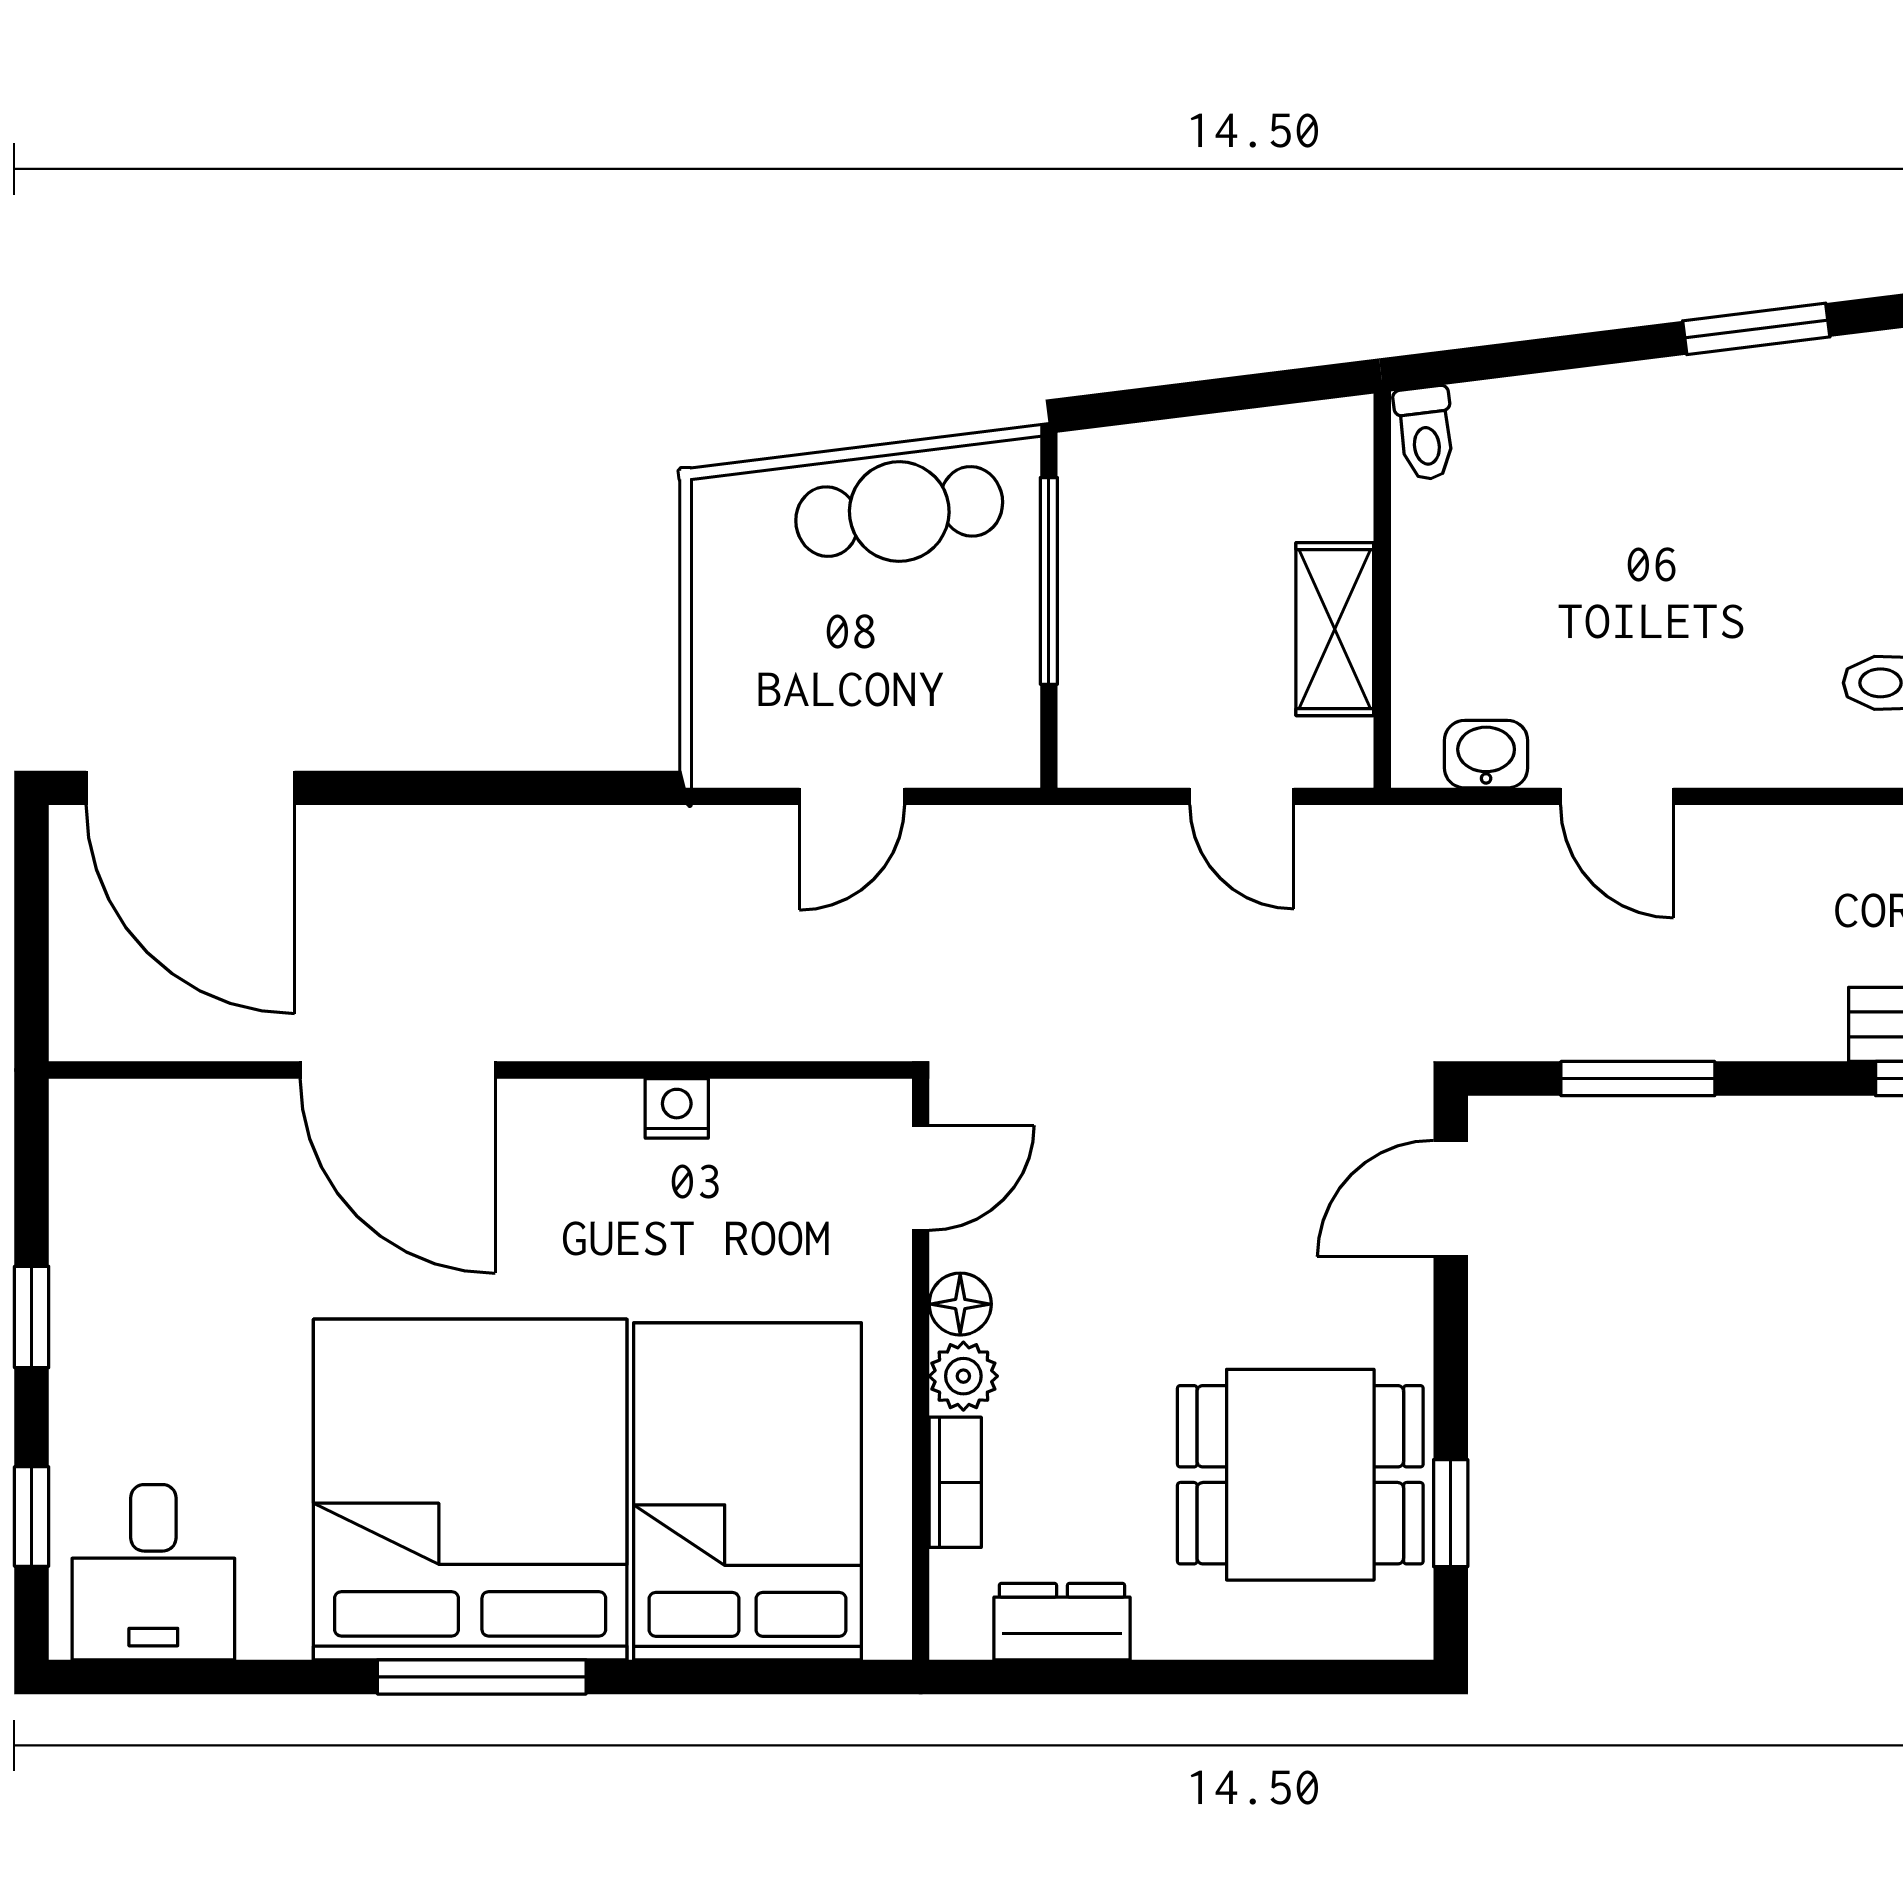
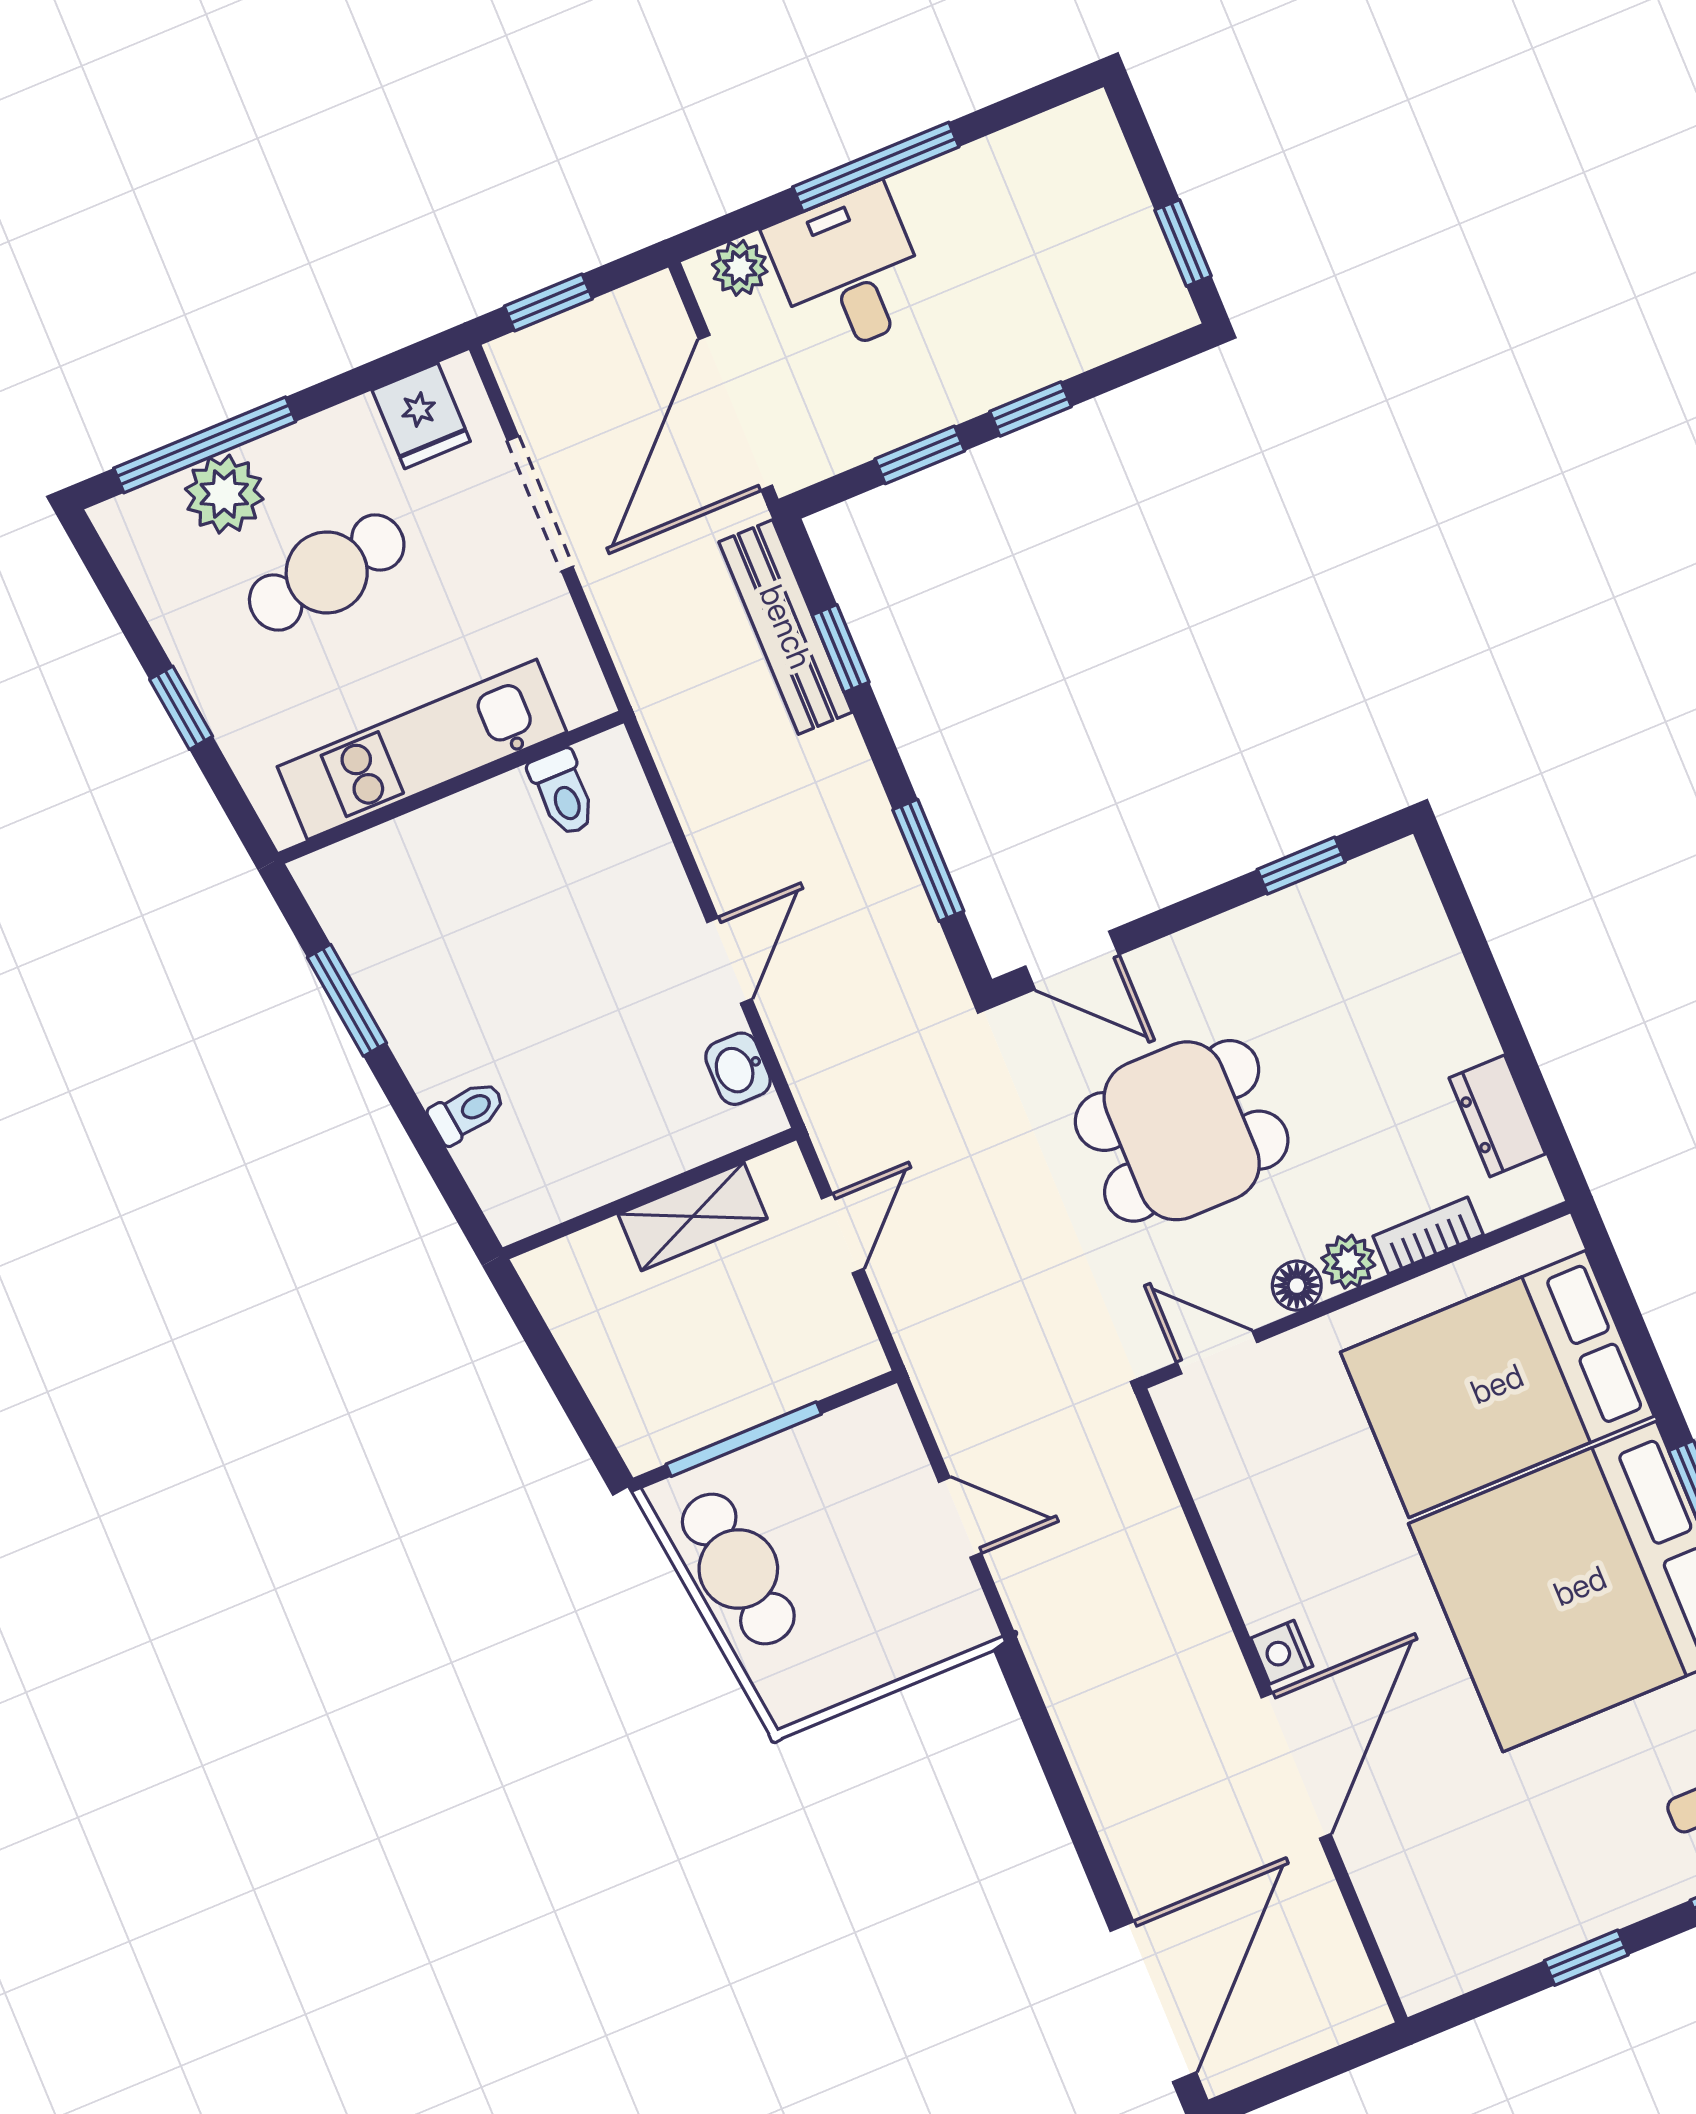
toilet: (1425, 433) -> (467, 1112), moved
nightstand: (677, 1108) -> (1282, 1652), moved
dining table: (1300, 1475) -> (1182, 1131), moved, turned 90

